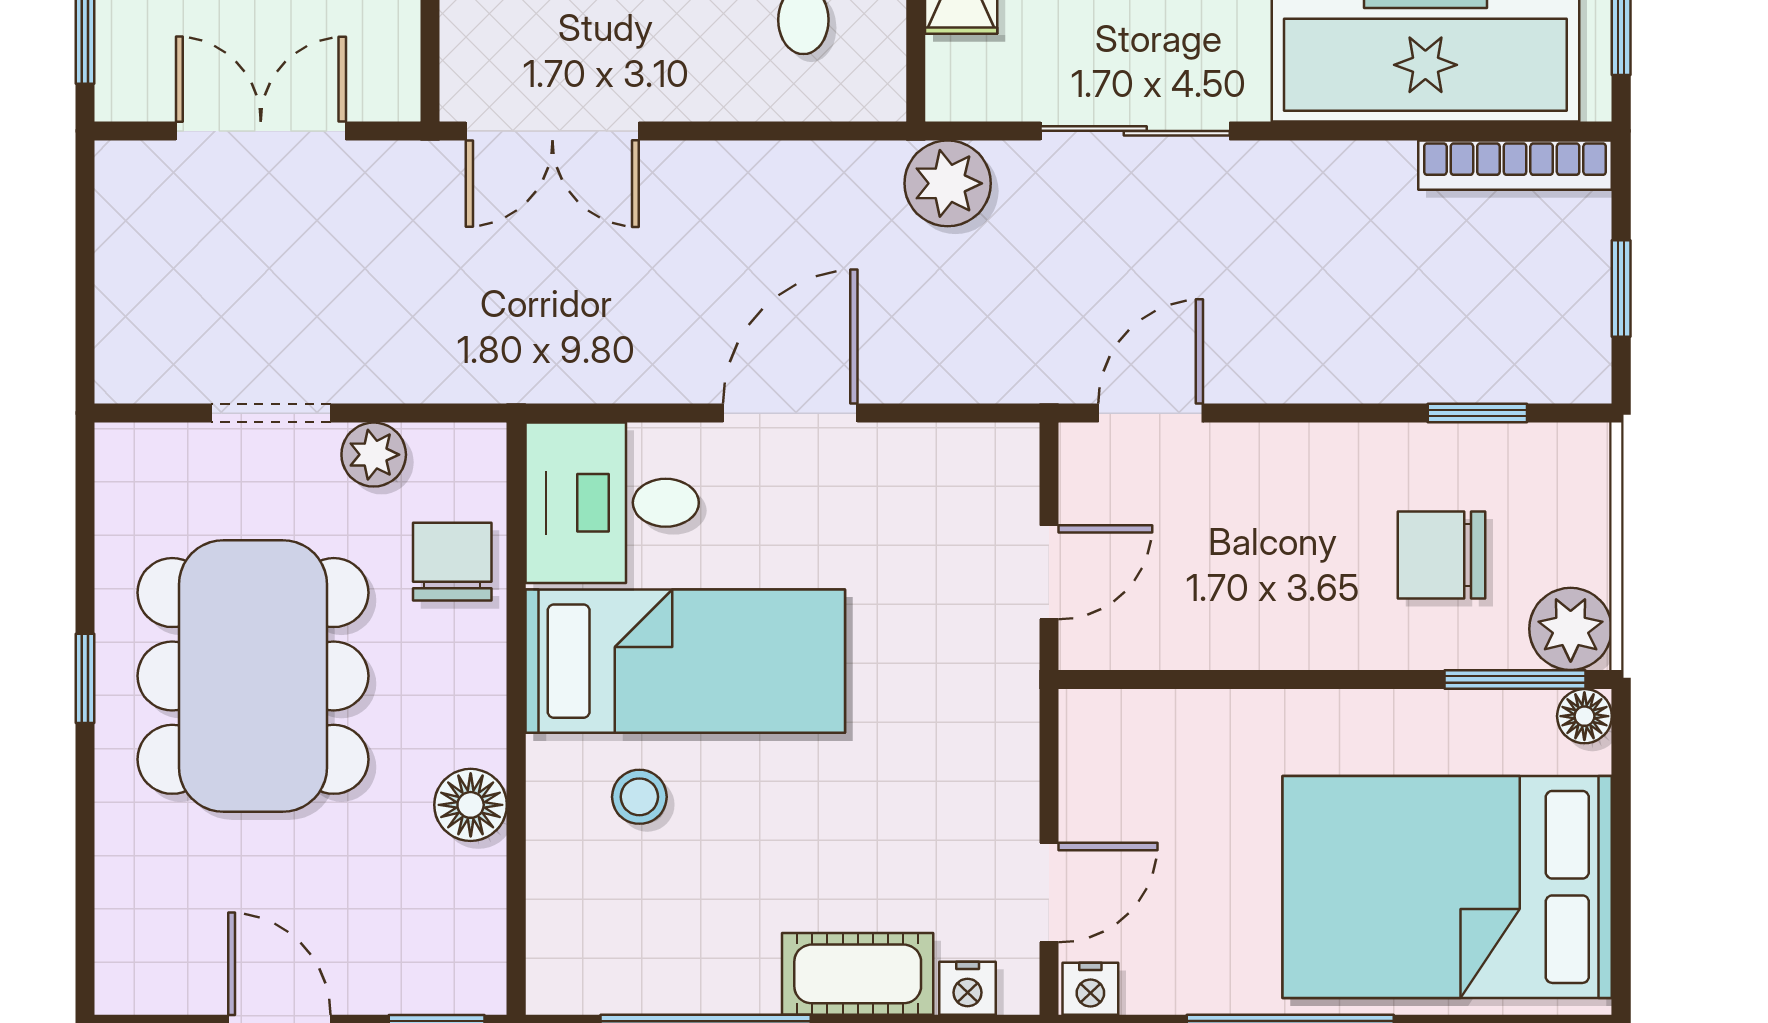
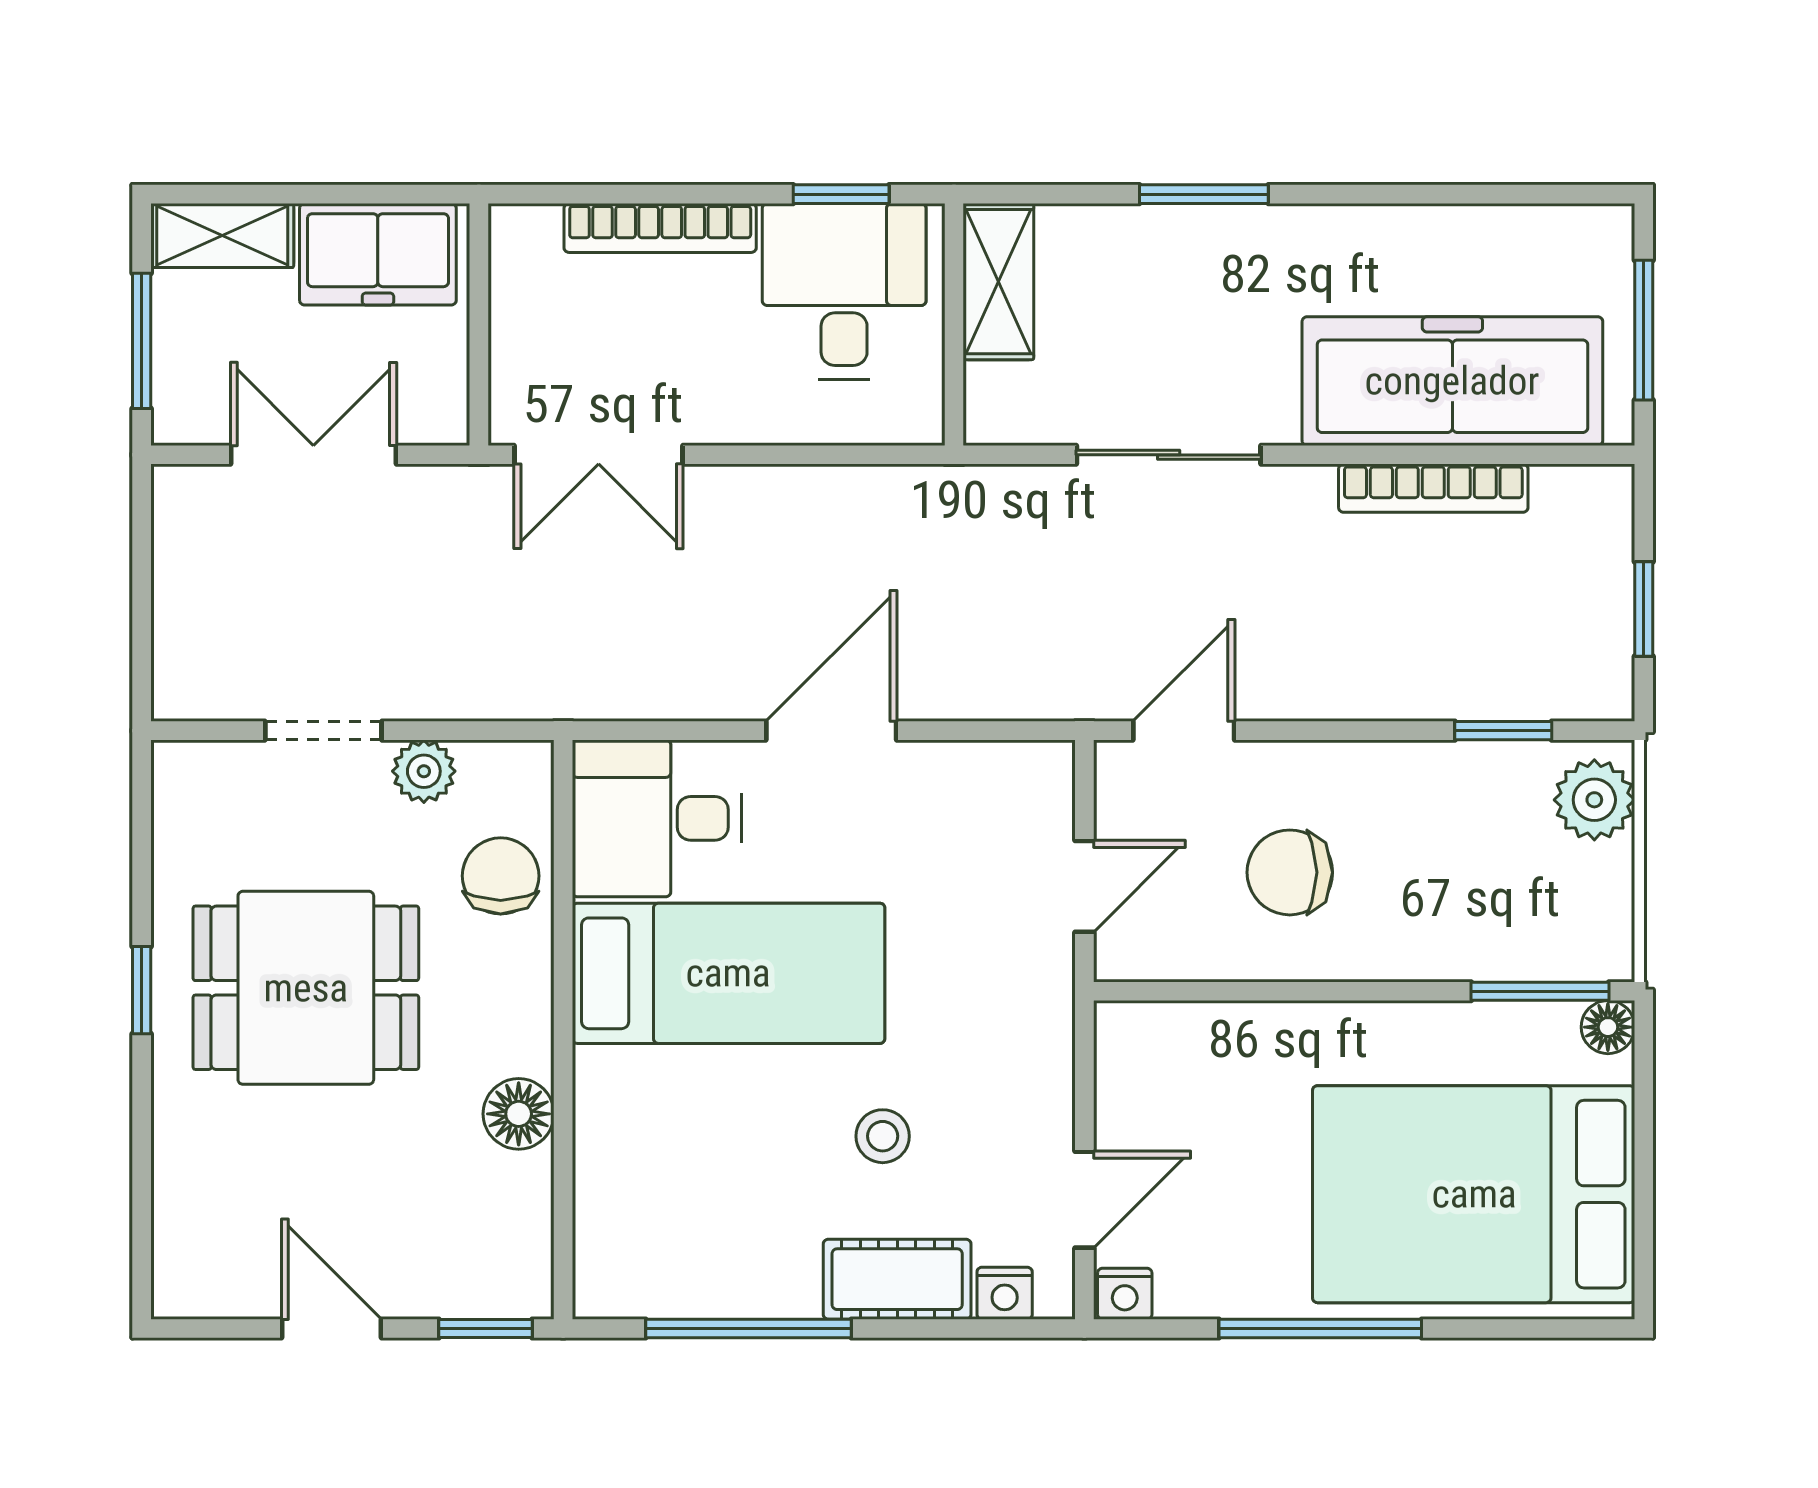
bookcase: (1515, 165) -> (1433, 488), moved
plant: (948, 183) -> (985, 506), removed
chair: (1442, 555) -> (1290, 872), moved
plant: (1571, 629) -> (1594, 800), moved
dining table: (253, 676) -> (306, 988), width x0.73
stool: (639, 797) -> (883, 1136), moved

